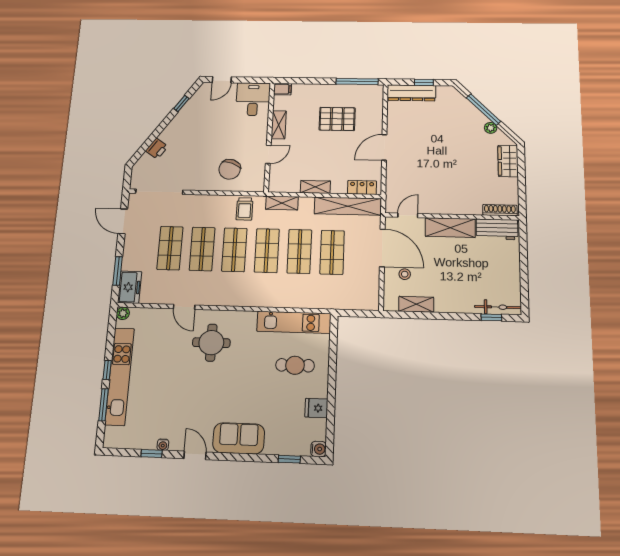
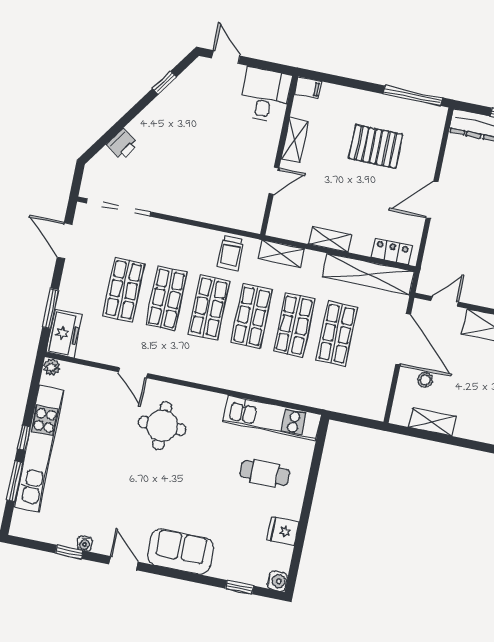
door: (222, 80) -> (226, 57), swing flipped
chair: (230, 169) -> (218, 193), removed

